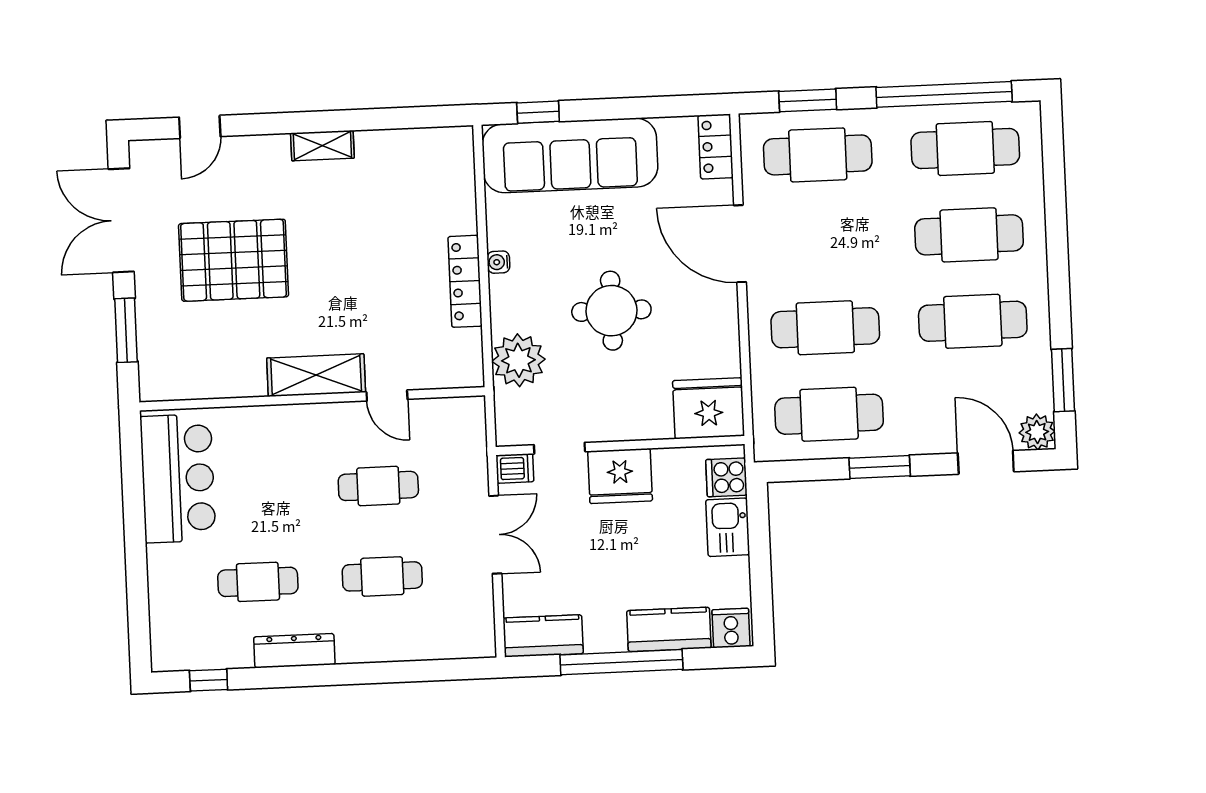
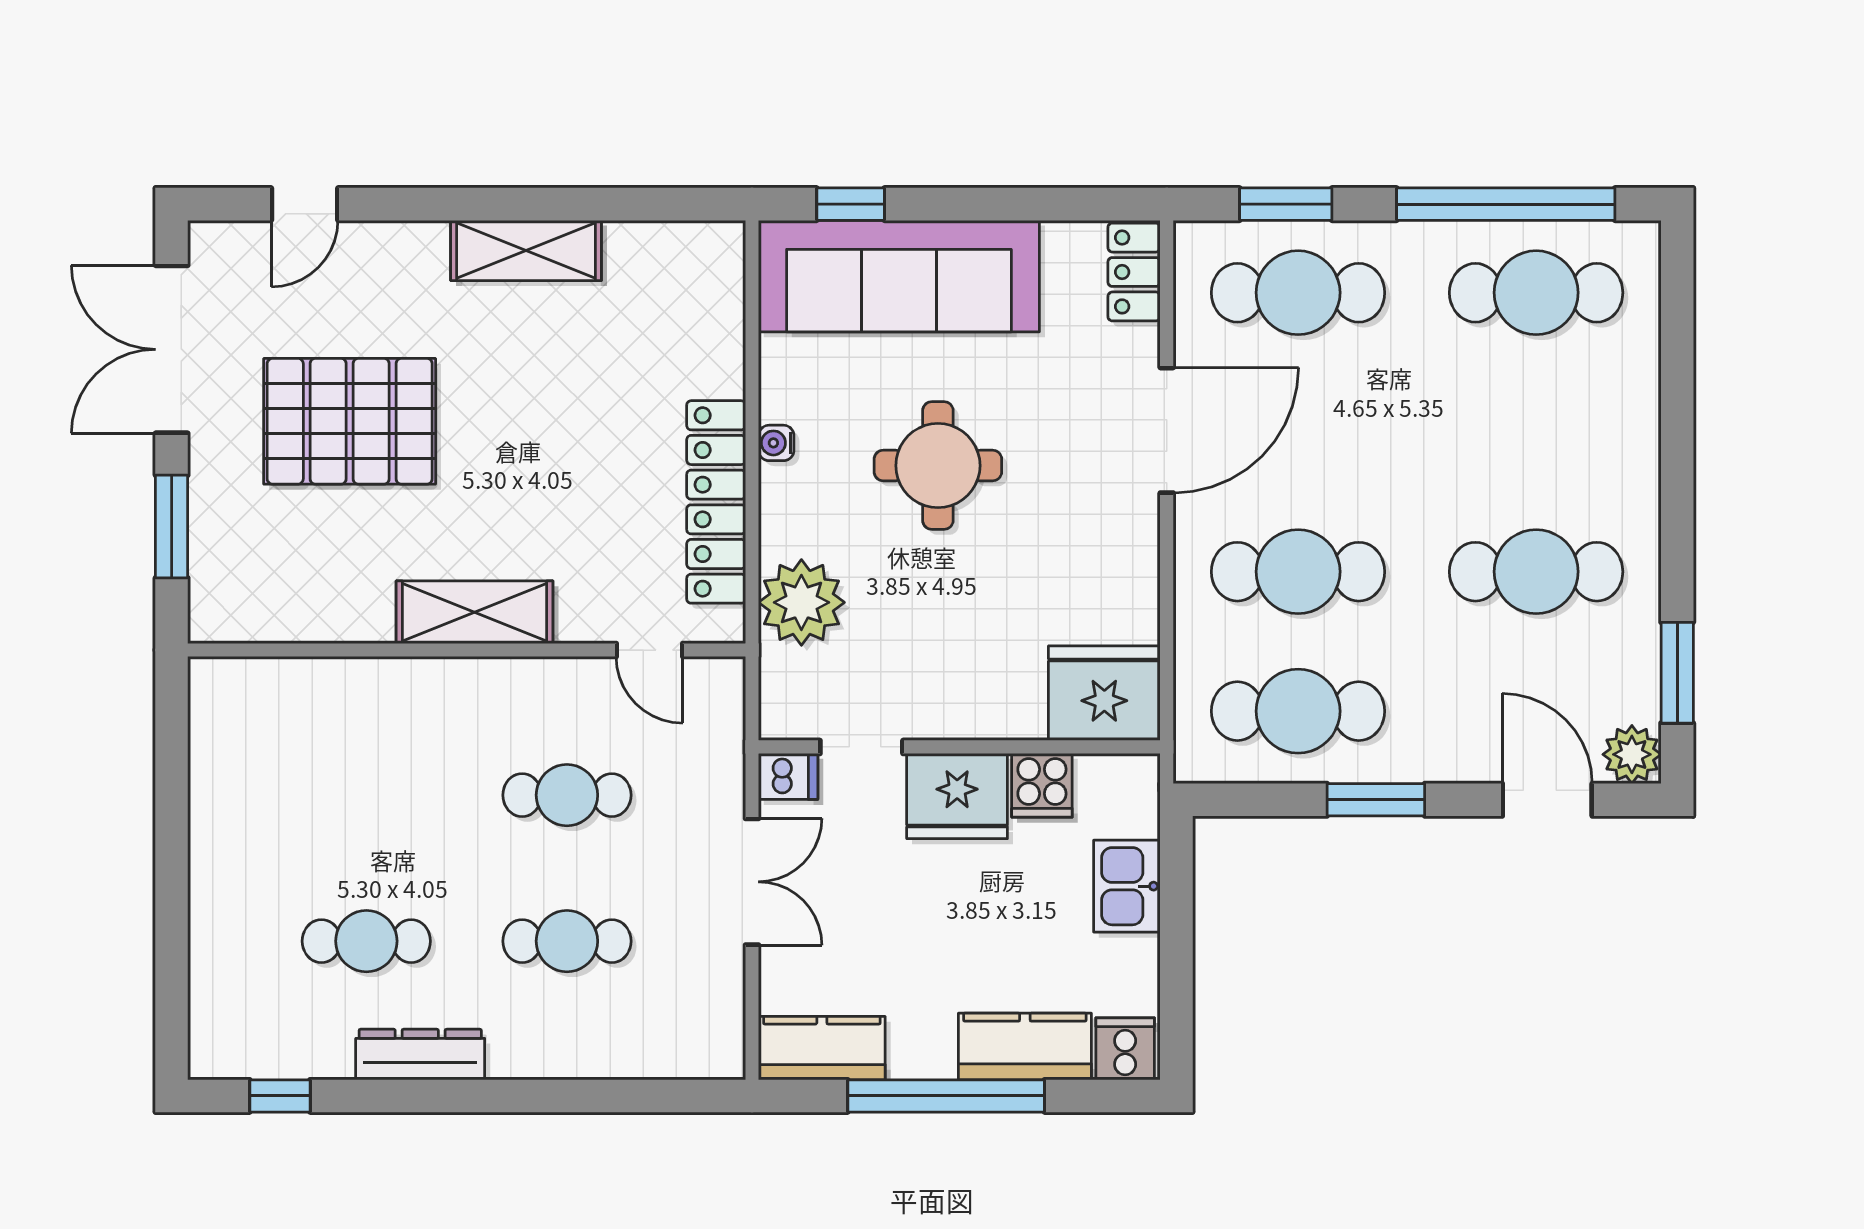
shelving: (322, 146) -> (526, 250), width x1.50, depth x1.33
cafe table: (969, 235) -> (1536, 432), removed
door: (740, 244) -> (1167, 430), swing flipped
locker: (465, 281) -> (716, 502), width x1.41, depth x1.21
round table: (611, 311) -> (938, 466), moved
door: (387, 396) -> (649, 650), moved
cooker: (726, 477) -> (1042, 785), moved, turned -90
bar counter: (178, 478) -> (245, 769), removed

